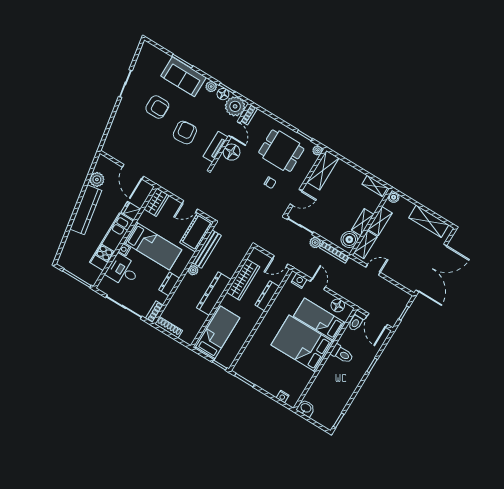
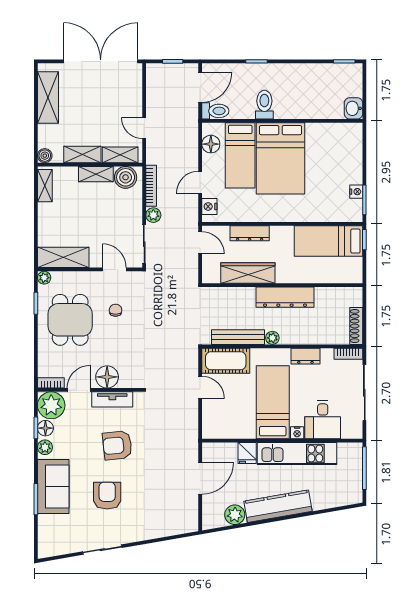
wardrobe: (156, 202) -> (219, 429), removed
bed: (217, 333) -> (328, 241), moved
nightstand: (283, 396) -> (356, 192), moved

